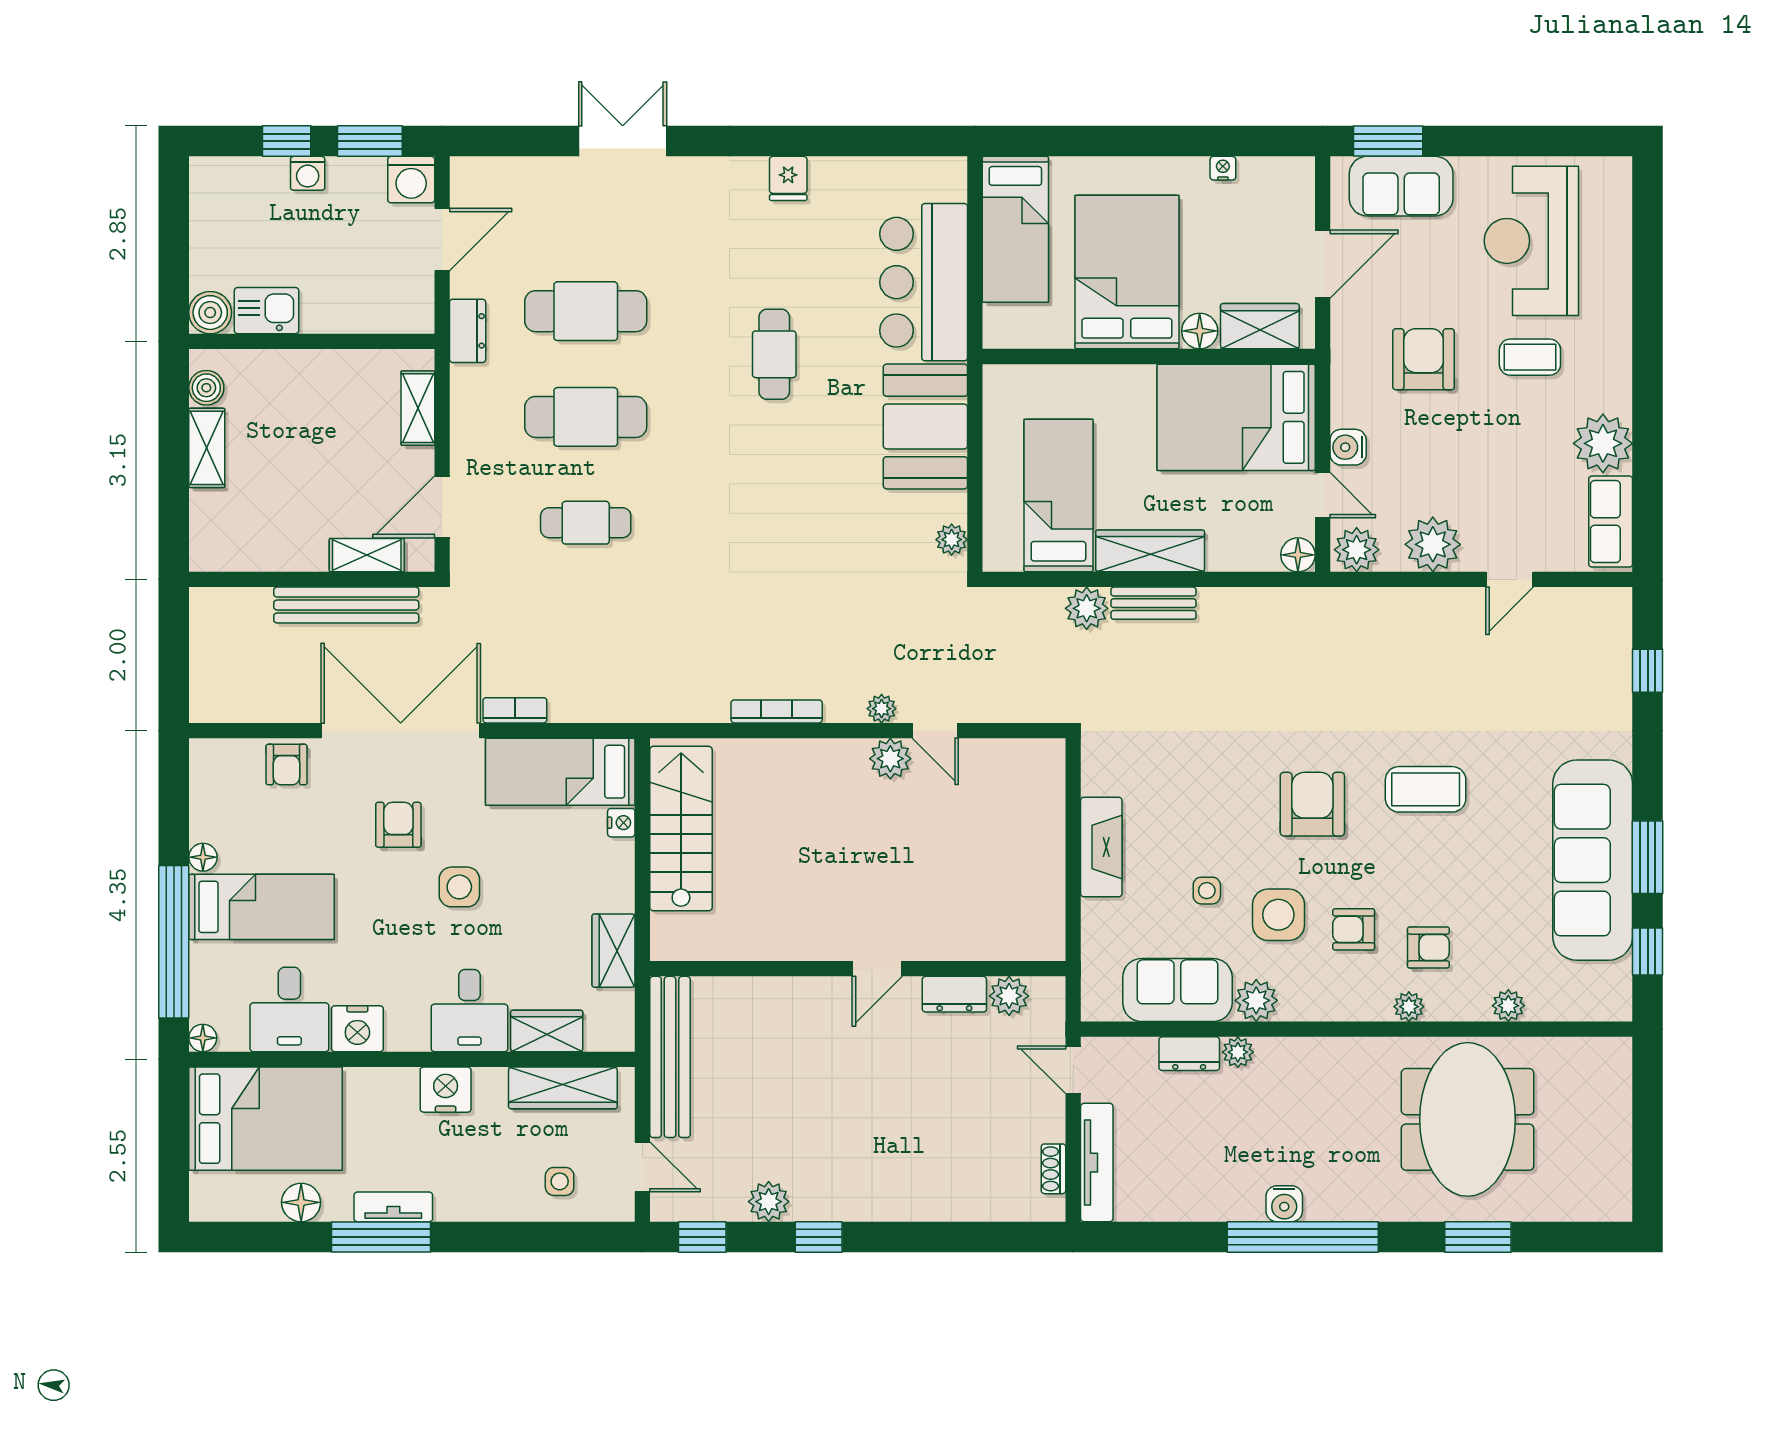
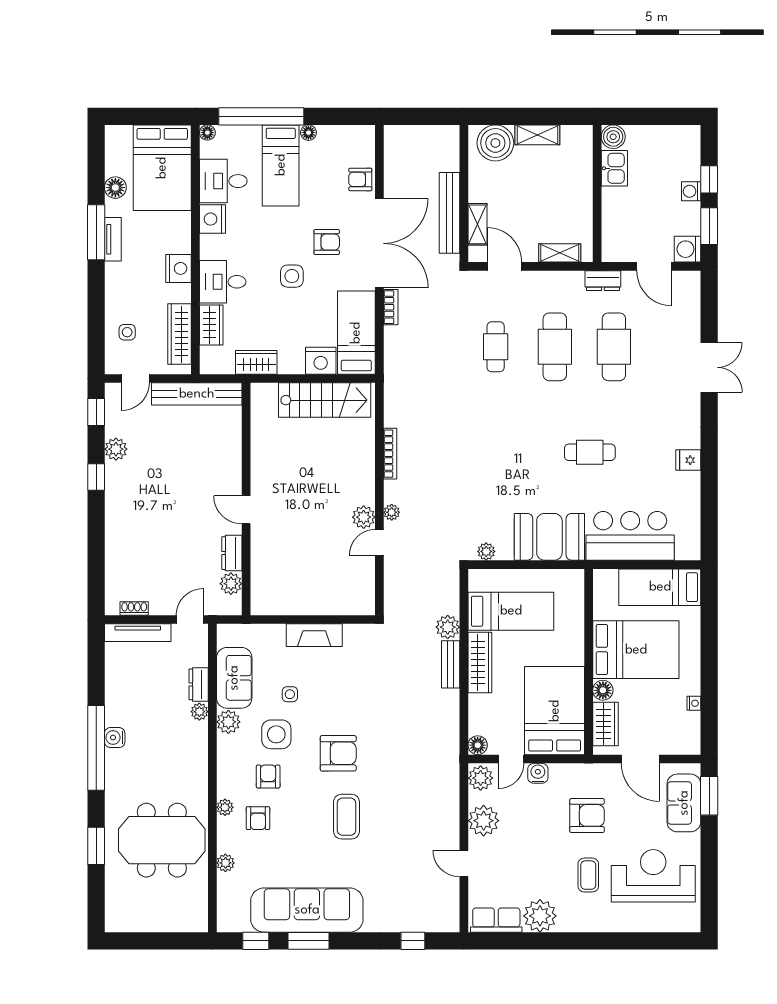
boiler: (206, 388) -> (495, 143), moved, width x1.86, depth x1.86
nightstand: (621, 823) -> (321, 361), width x1.89, depth x1.79

